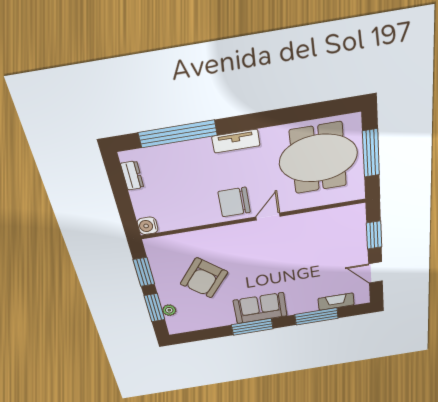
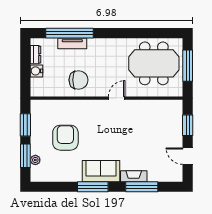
tv unit: (236, 141) -> (72, 44), moved
chair: (234, 202) -> (79, 80), moved, turned 180
water cooler: (148, 226) -> (36, 71), moved
armchair: (204, 278) -> (65, 138), turned 141
fireplace: (336, 302) -> (134, 176), moved

